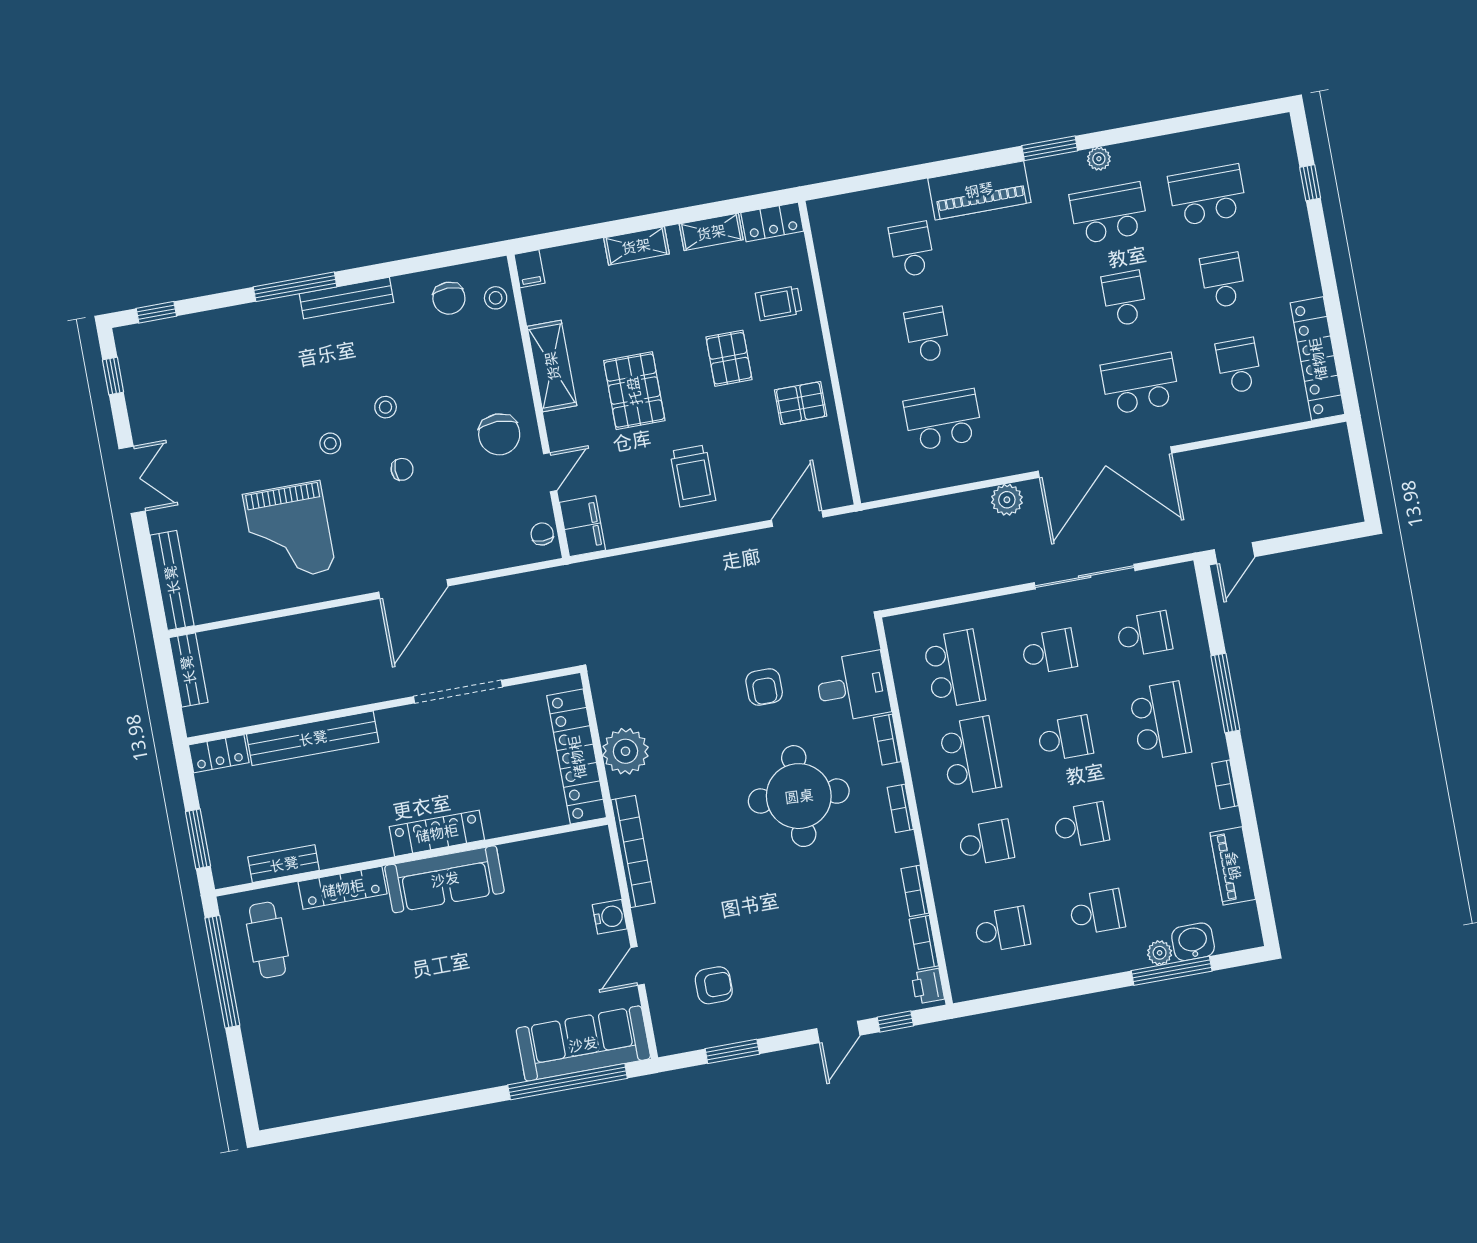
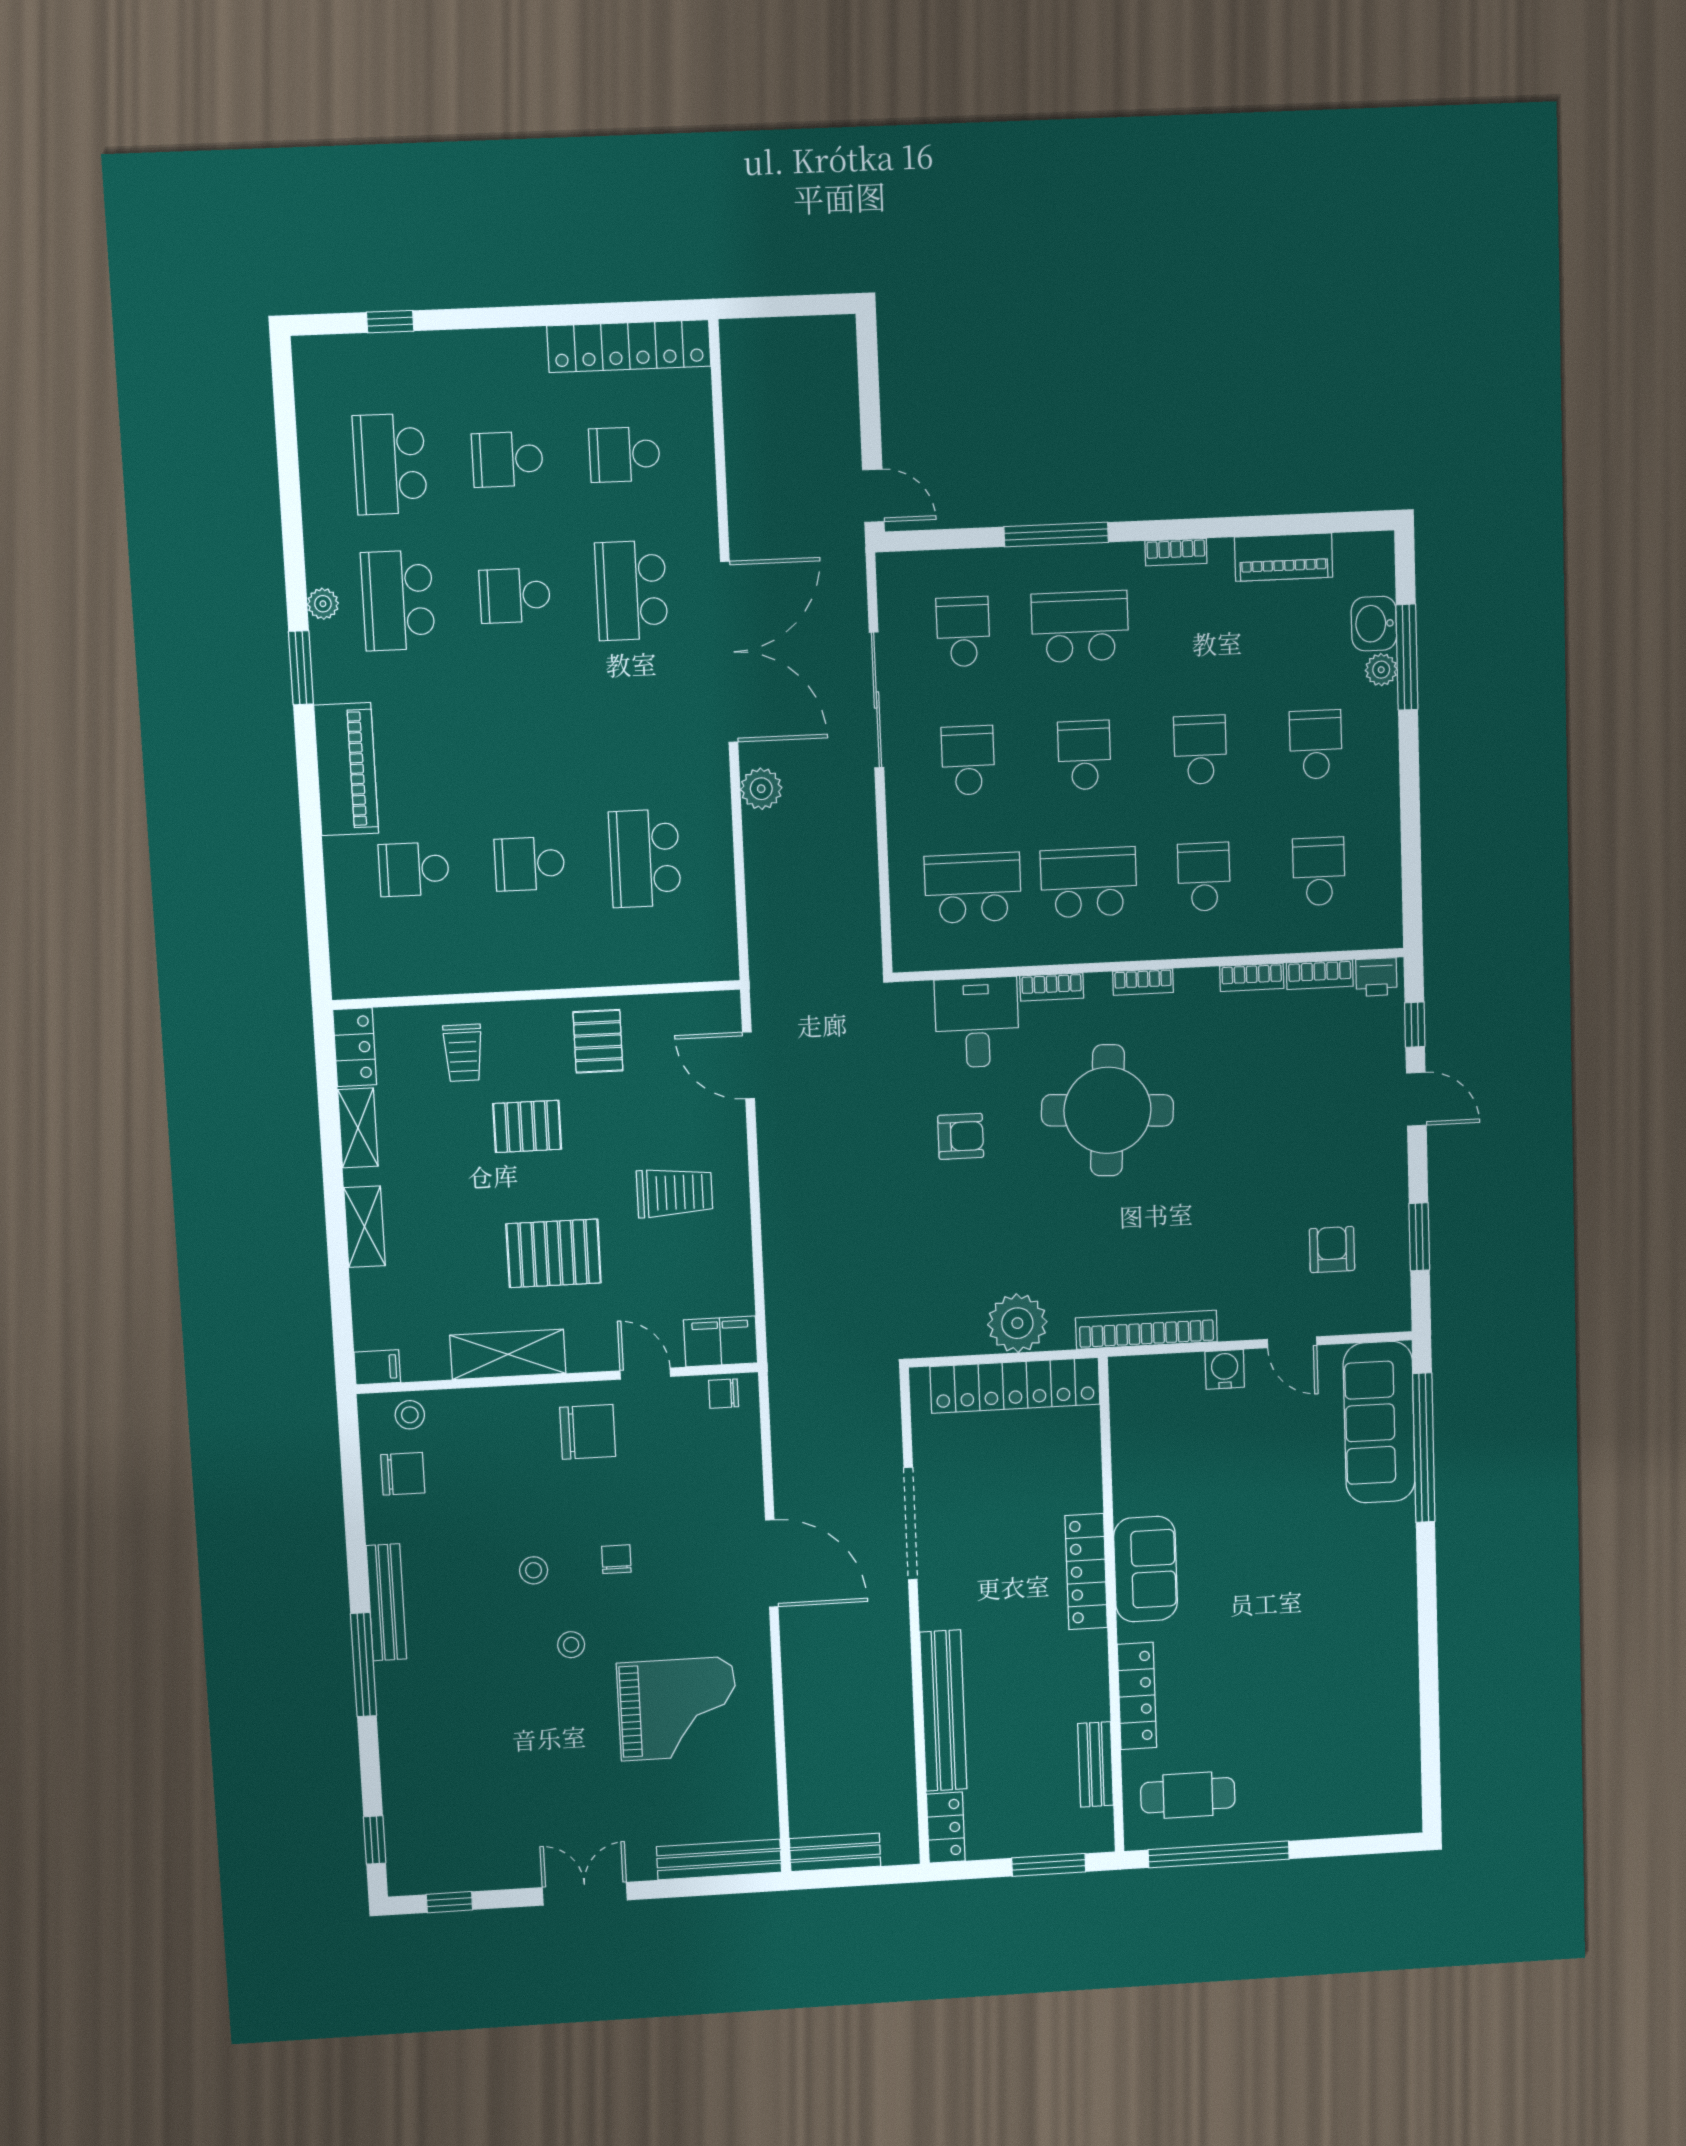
sofa: (445, 879) -> (1146, 1569), width x0.73

